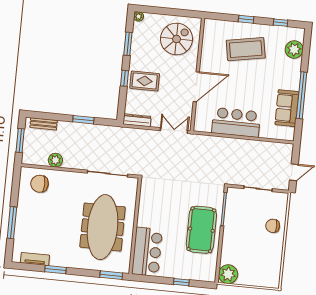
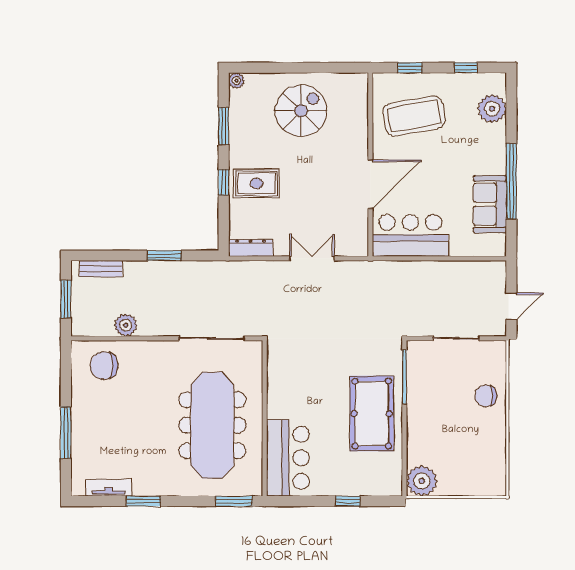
wall: (197, 75) -> (370, 165), moved
door: (196, 87) -> (370, 184), moved

